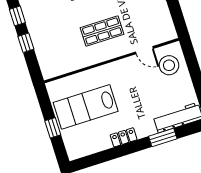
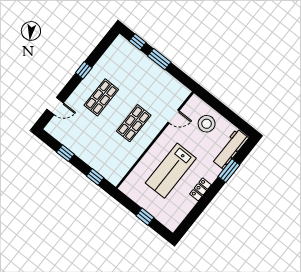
window: (26, 43) -> (95, 177), moved
stool: (169, 65) -> (207, 124), moved
lab bench: (86, 107) -> (171, 171), moved

